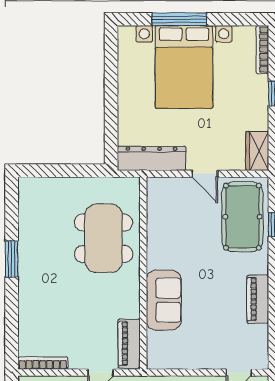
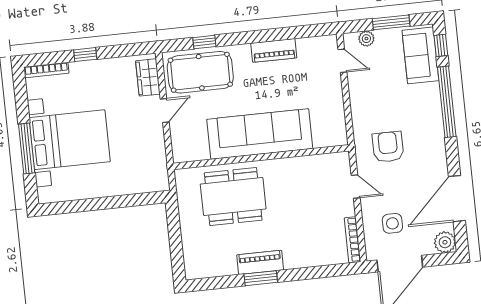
wardrobe: (257, 151) -> (148, 77), moved, turned 90
dresser: (152, 158) -> (156, 160), removed
sofa: (164, 300) -> (260, 134), width x1.85, depth x1.27
piano: (129, 344) -> (260, 262), moved, turned 180

